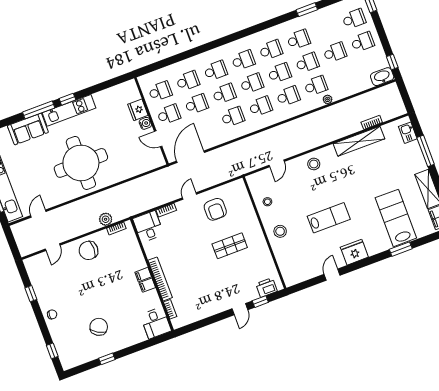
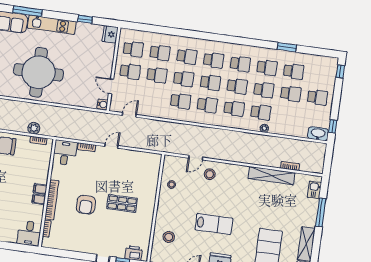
school desk: (354, 19) -> (294, 71), moved
window: (67, 99) -> (85, 19), moved
fridge: (138, 110) -> (110, 34), moved
water cooler: (145, 123) -> (102, 104), moved
door: (191, 157) -> (129, 115), width x0.53
stool: (314, 164) -> (210, 174), moved
armchair: (215, 209) -> (86, 205), moved
stool: (280, 231) -> (169, 237), moved

